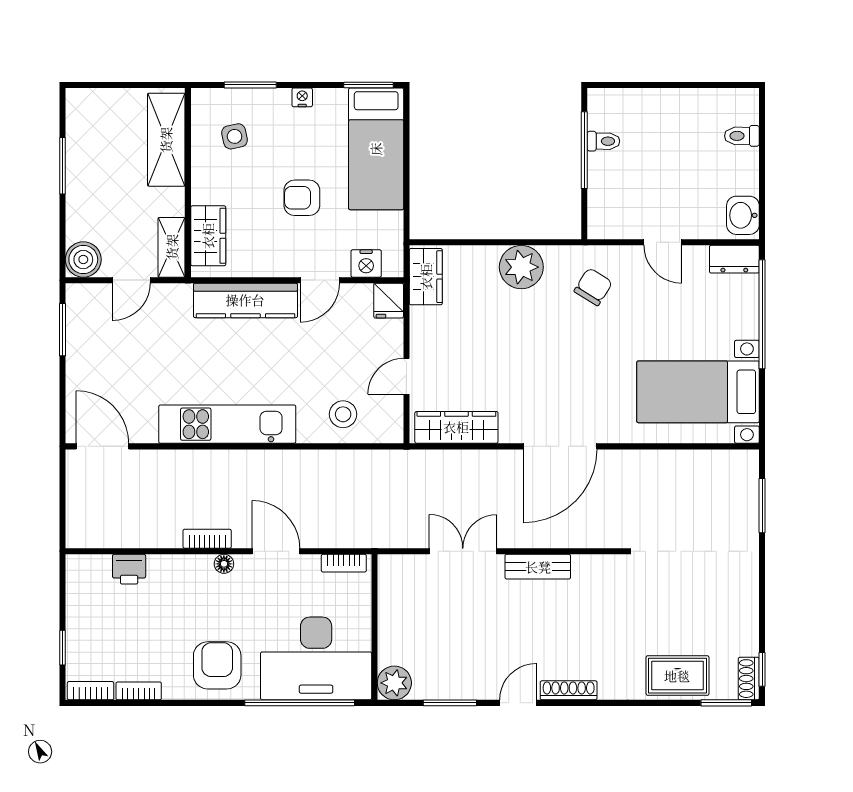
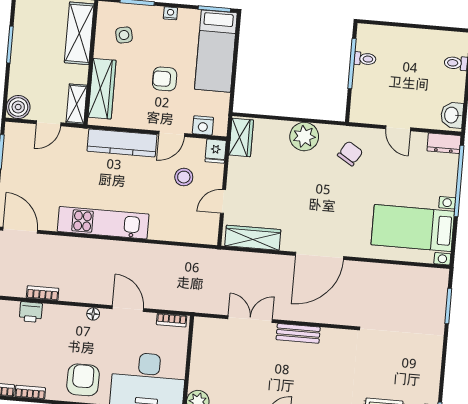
wardrobe: (208, 236) -> (102, 89), width x1.50
stool: (343, 414) -> (184, 177), moved
bookcase: (207, 539) -> (43, 293), moved

